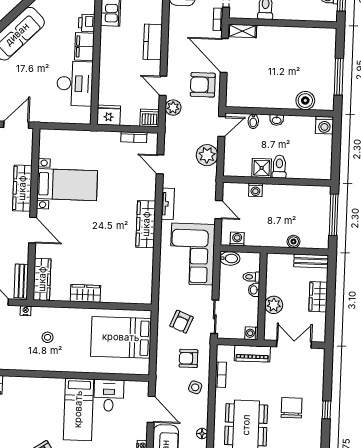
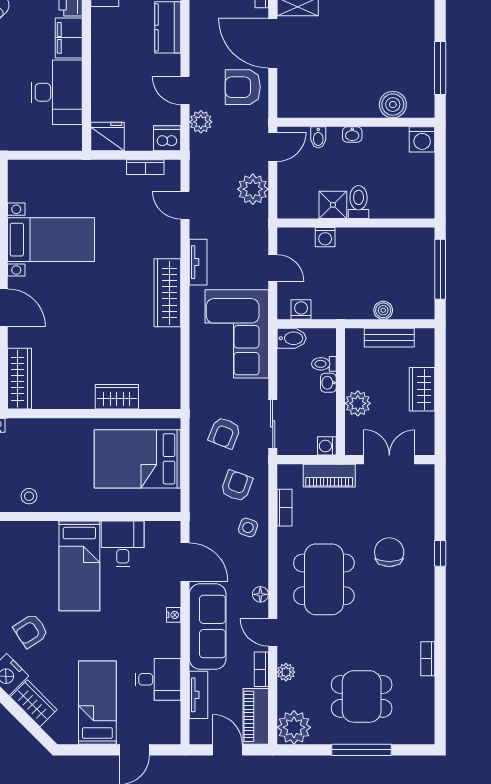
bench: (311, 261) -> (389, 338), moved
wardrobe: (85, 293) -> (117, 397), moved
stool: (48, 337) -> (29, 496), moved
armchair: (188, 358) -> (237, 486), turned 110

